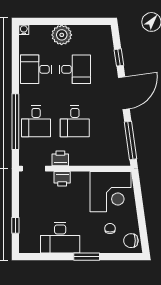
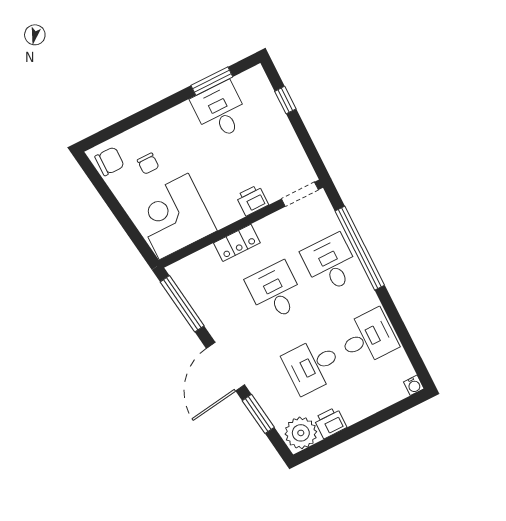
plant: (62, 35) -> (301, 433), moved
window: (119, 57) -> (258, 414), width x1.50
printer: (60, 158) -> (330, 423), moved, turned 180
locker: (83, 159) -> (237, 243), added
desk: (60, 238) -> (220, 111), width x0.73
window: (87, 257) -> (212, 81), moved

